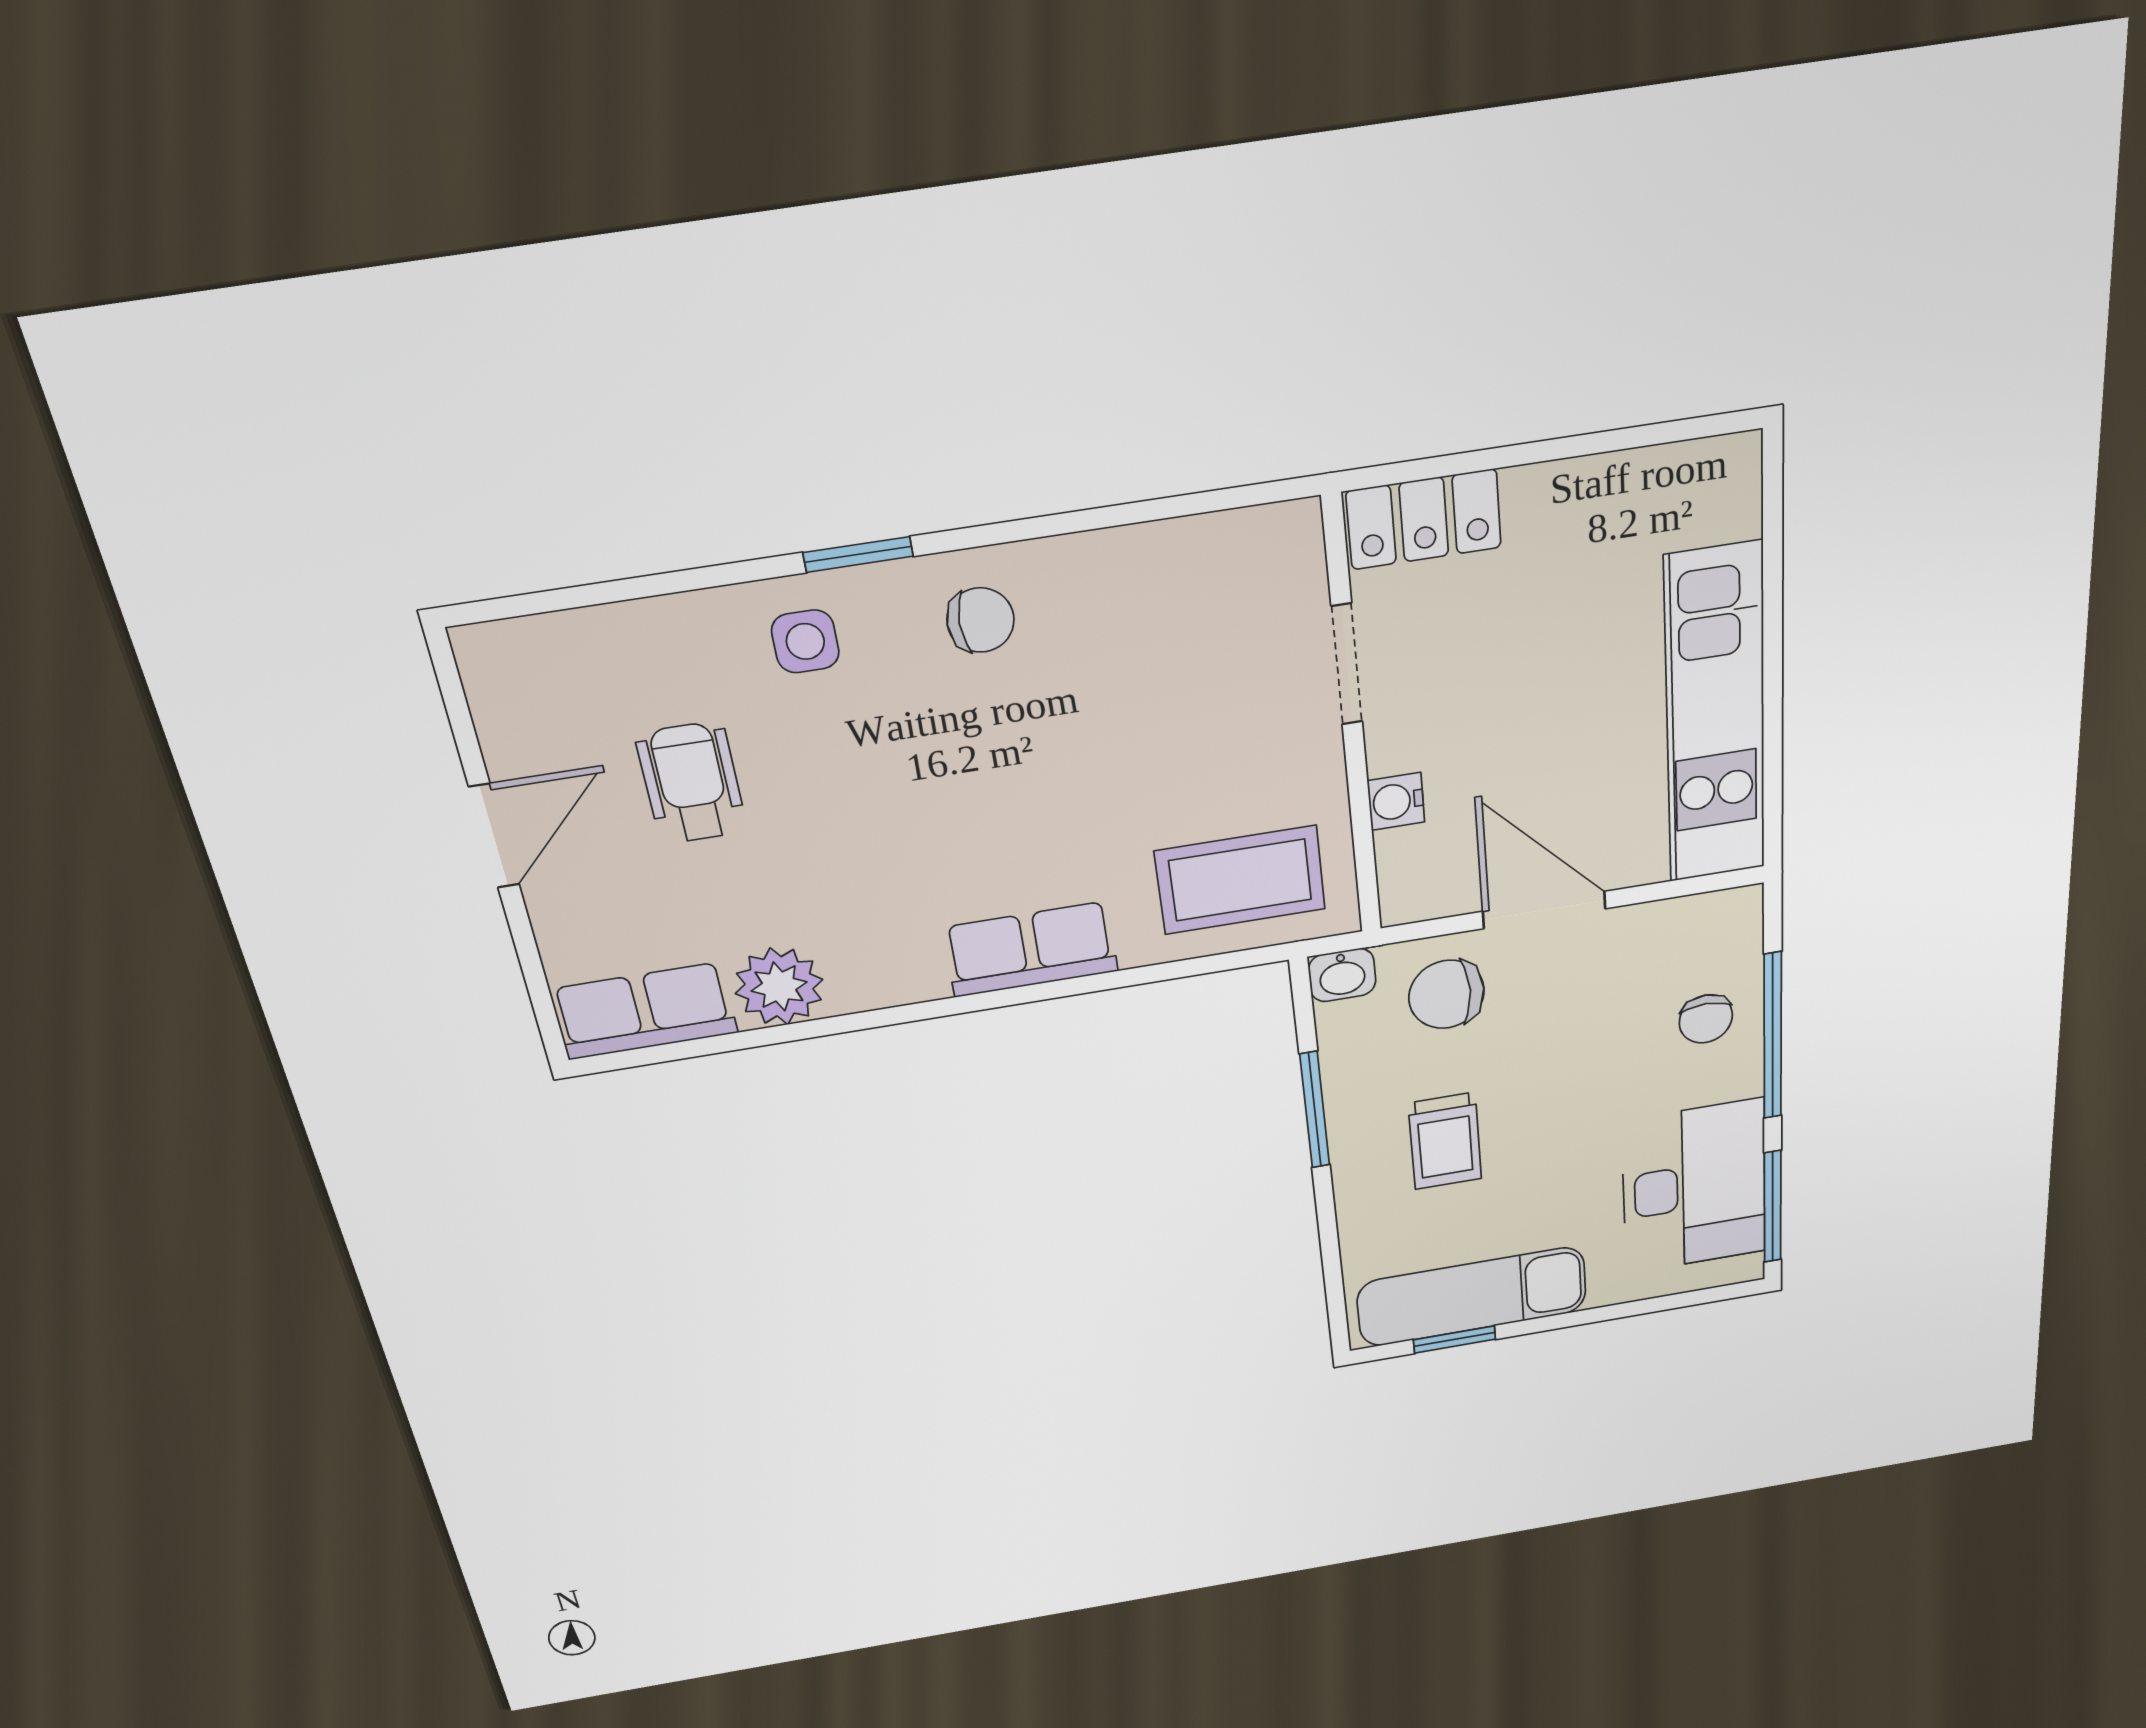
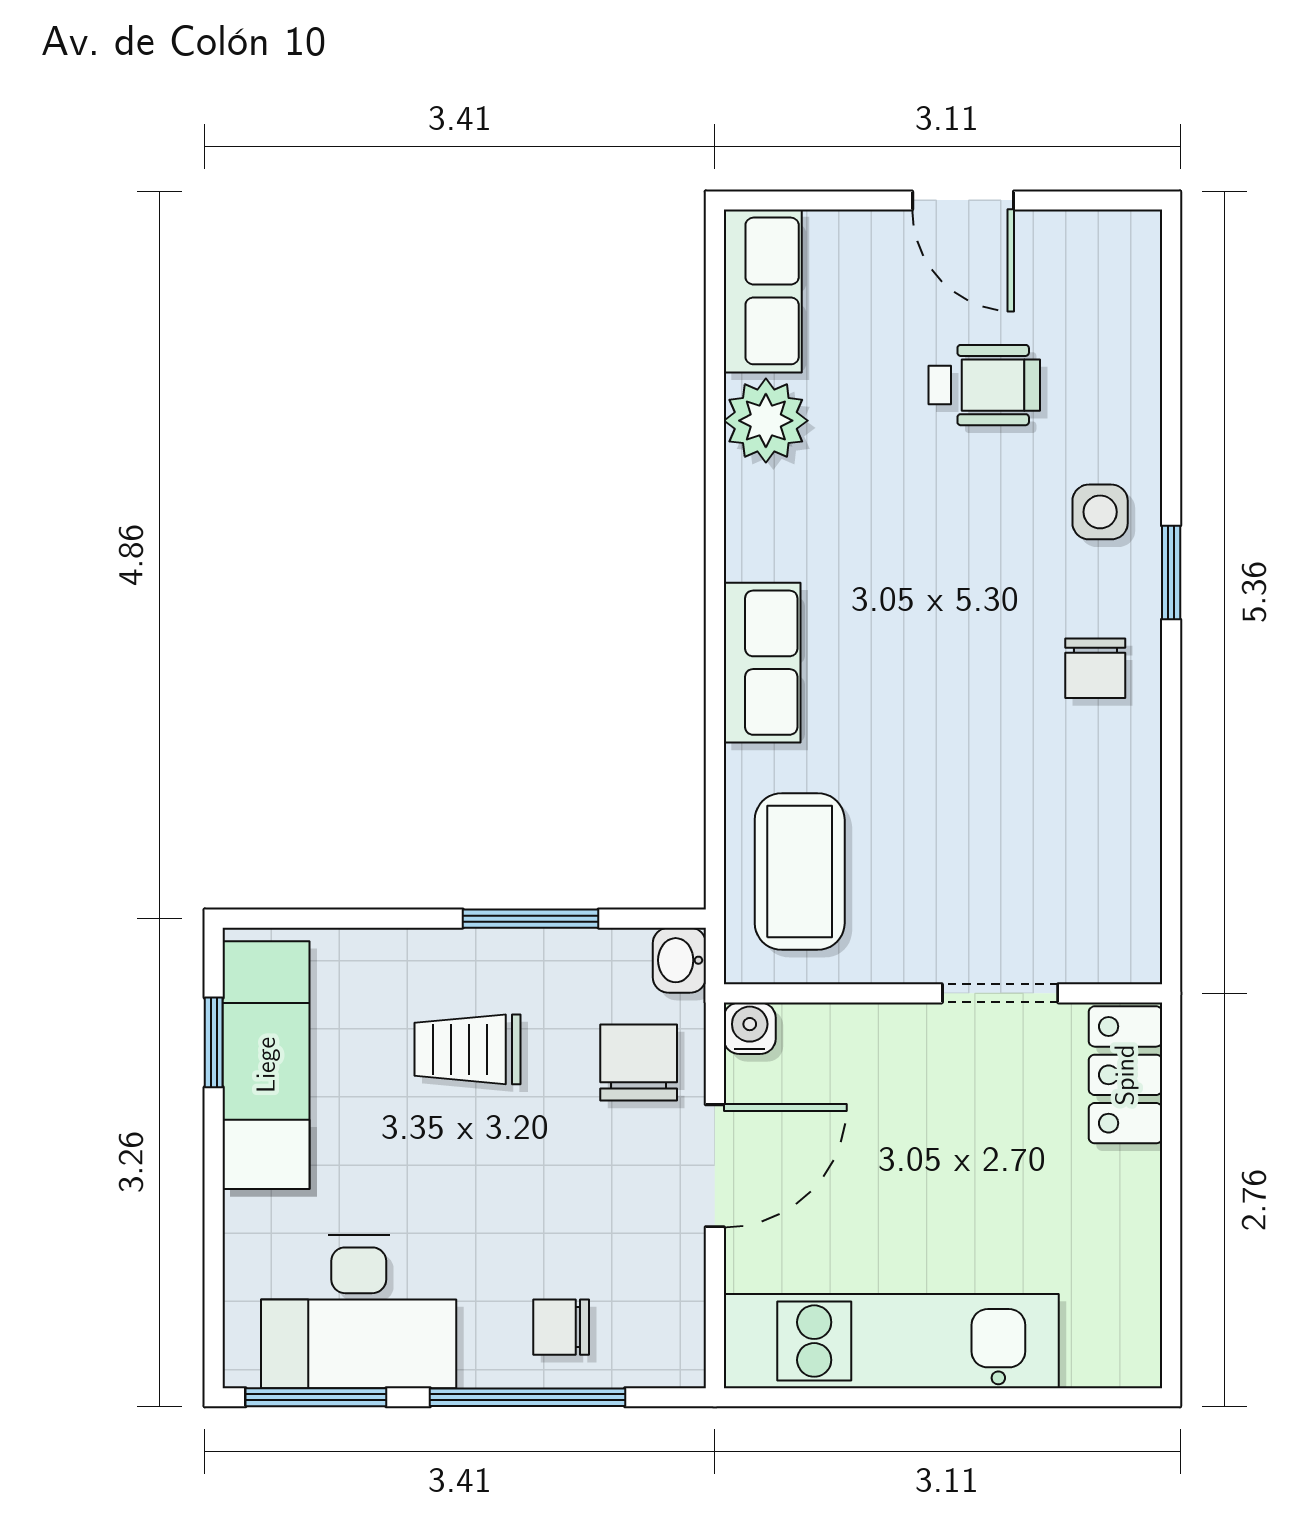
water cooler: (1396, 801) -> (750, 1028), moved

